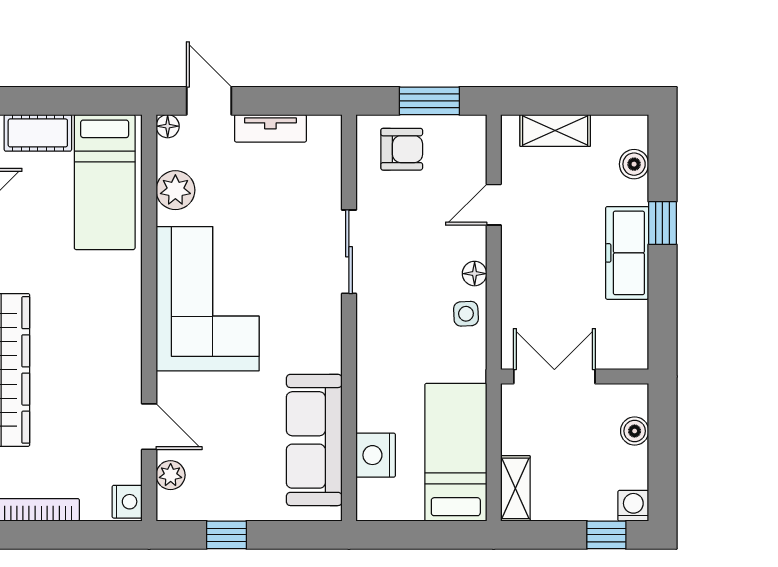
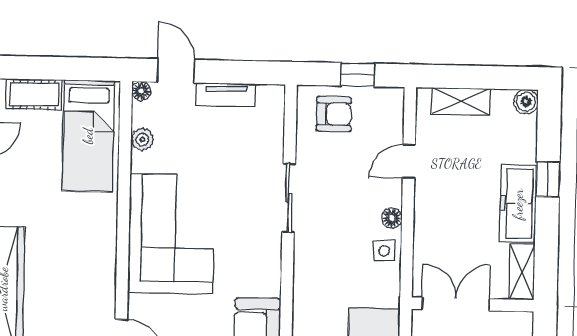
window: (429, 101) -> (358, 75), width x0.67
boiler: (634, 164) -> (526, 102), moved
plant: (175, 190) -> (142, 139), width x0.73, depth x0.73
shelving: (634, 336) -> (522, 272), added

